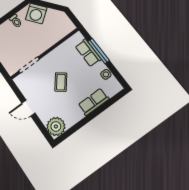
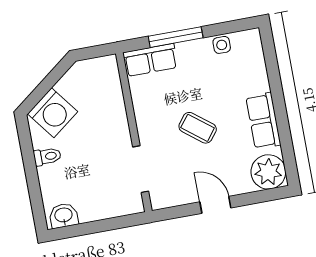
row of seats: (88, 53) -> (150, 60), moved
row of seats: (94, 102) -> (263, 121), moved
door: (28, 108) -> (215, 205), swing flipped

